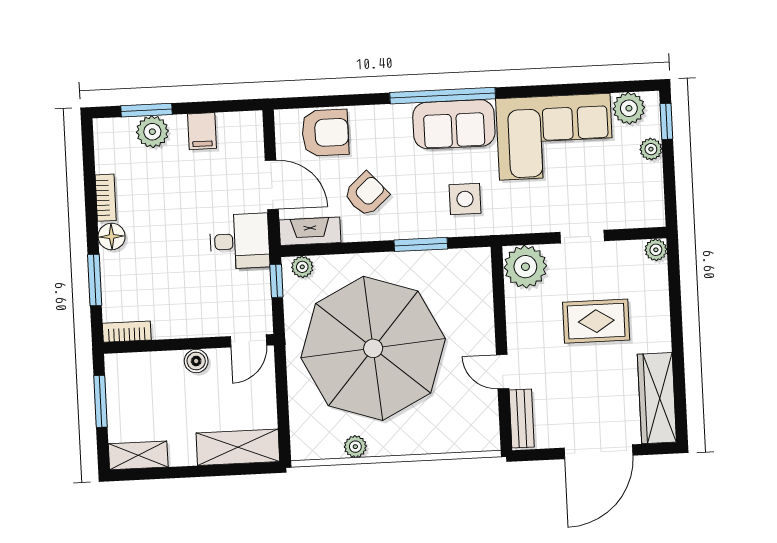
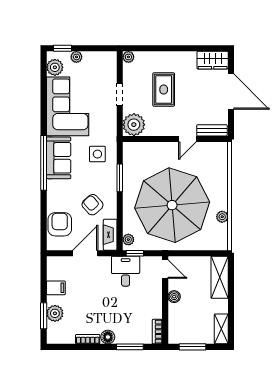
desk: (240, 241) -> (126, 271), moved
wardrobe: (657, 398) -> (213, 60), width x0.67

